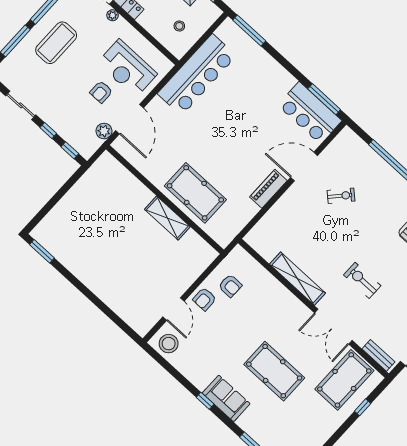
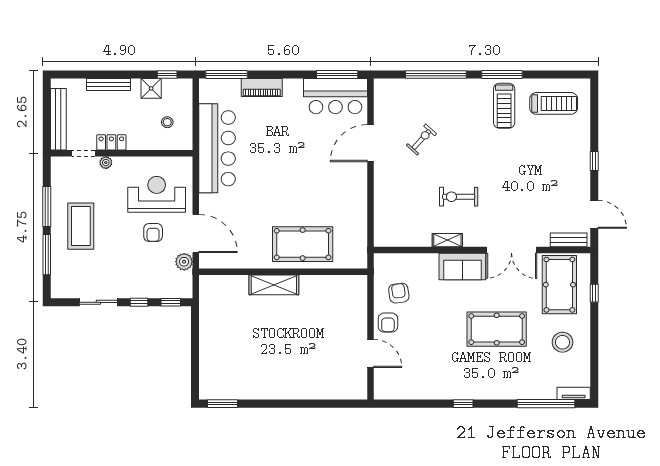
reception desk: (127, 68) -> (157, 194), turned 180
piano: (268, 189) -> (262, 88), moved, turned -90
shelving: (167, 218) -> (274, 285), moved
shelving: (297, 279) -> (447, 240), width x0.45, depth x0.75
exercise bike: (362, 280) -> (459, 197), moved
armchair: (230, 286) -> (399, 293), turned -98
stool: (169, 344) -> (563, 342), moved
sofa: (226, 398) -> (462, 267), moved, turned 180

